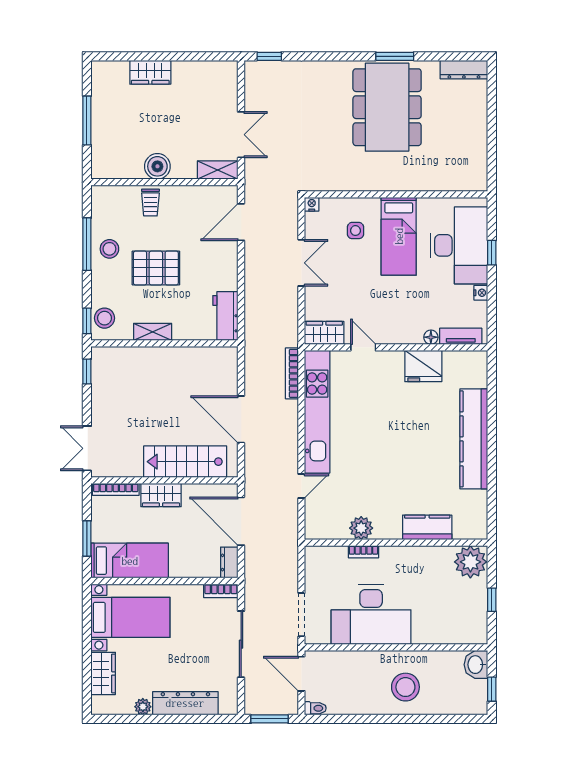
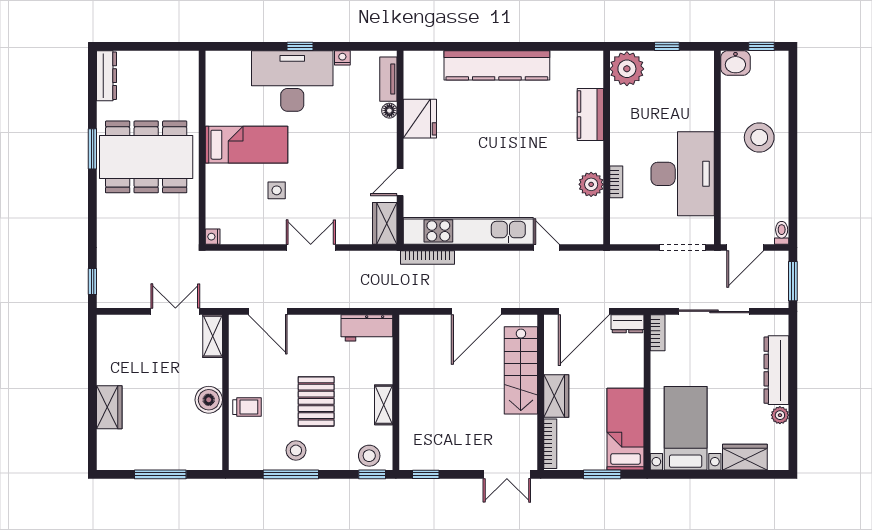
wall: (396, 194) -> (202, 147), moved
nightstand: (312, 204) -> (213, 237), moved
bed: (399, 236) -> (246, 145), moved

